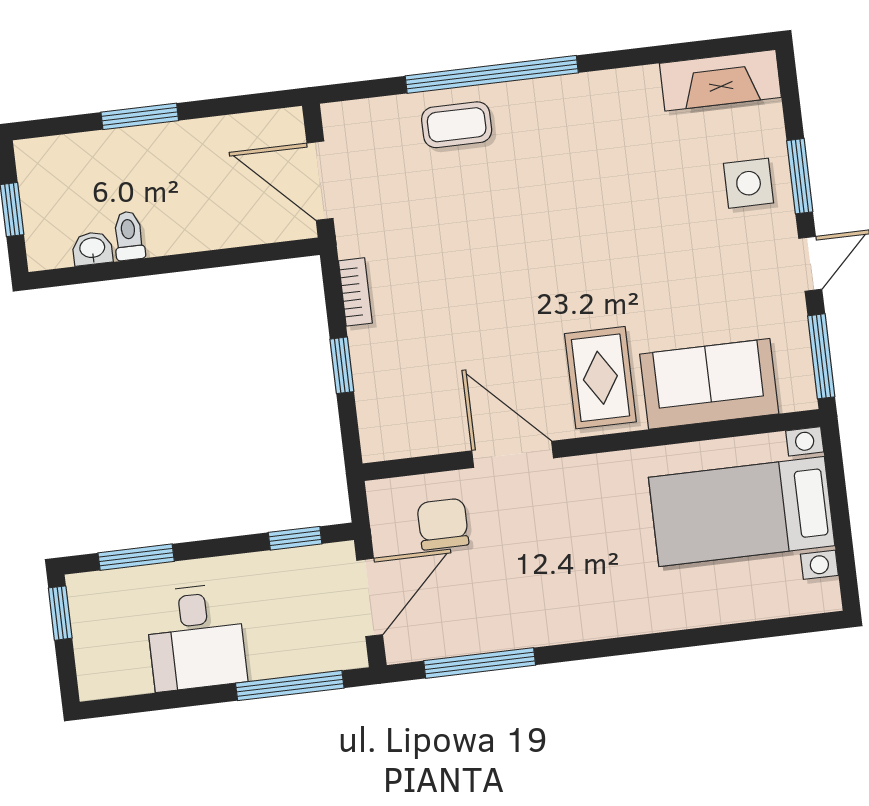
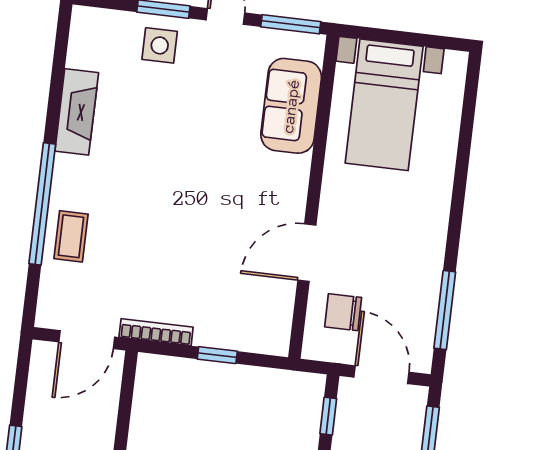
fireplace: (720, 80) -> (77, 112), moved
bookcase: (355, 292) -> (156, 332), width x1.56
rug: (600, 378) -> (269, 180), removed

